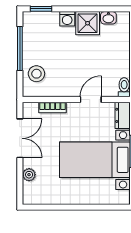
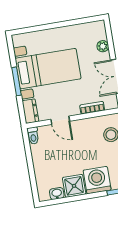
washing machine: (67, 19) -> (97, 180), width x1.89, depth x1.89
door: (91, 99) -> (60, 120), hinge flipped

